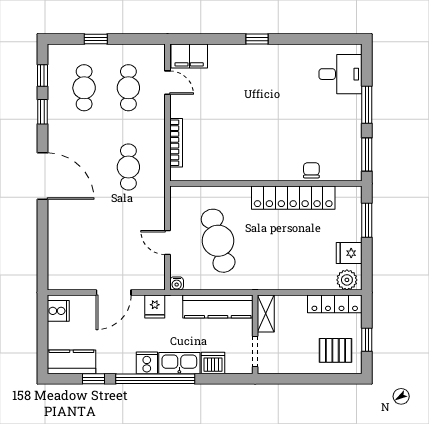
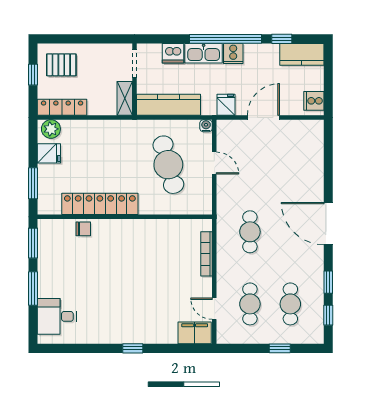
chair: (311, 170) -> (83, 229), turned -90

